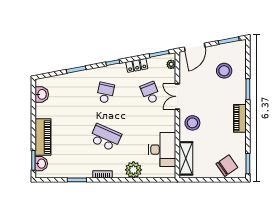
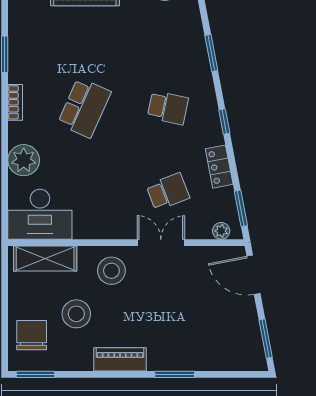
stool: (224, 71) -> (76, 314), moved
desk: (162, 150) -> (40, 214), moved
chair: (227, 166) -> (32, 335), turned -145

